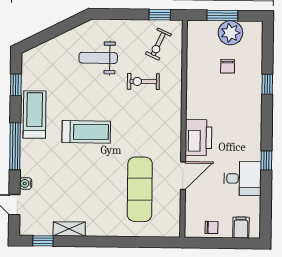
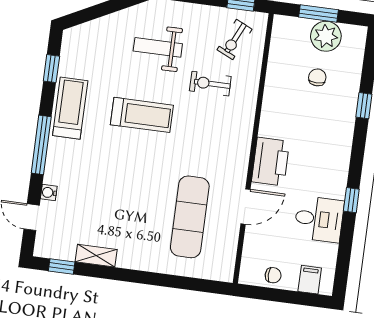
chair: (228, 66) -> (317, 77), turned 180
treadmill: (86, 132) -> (142, 115), moved

